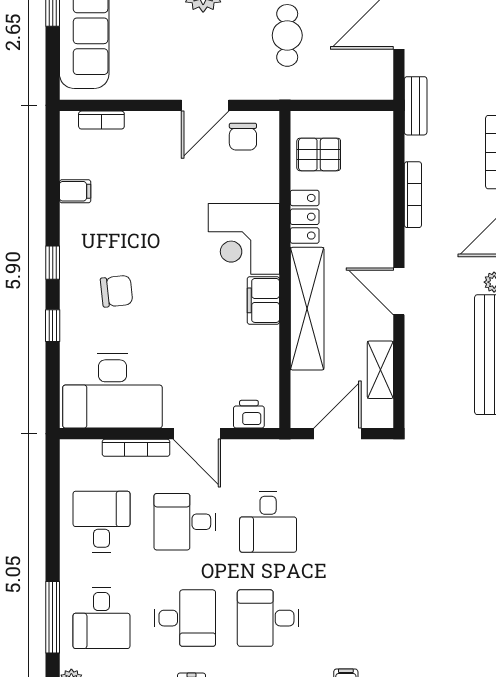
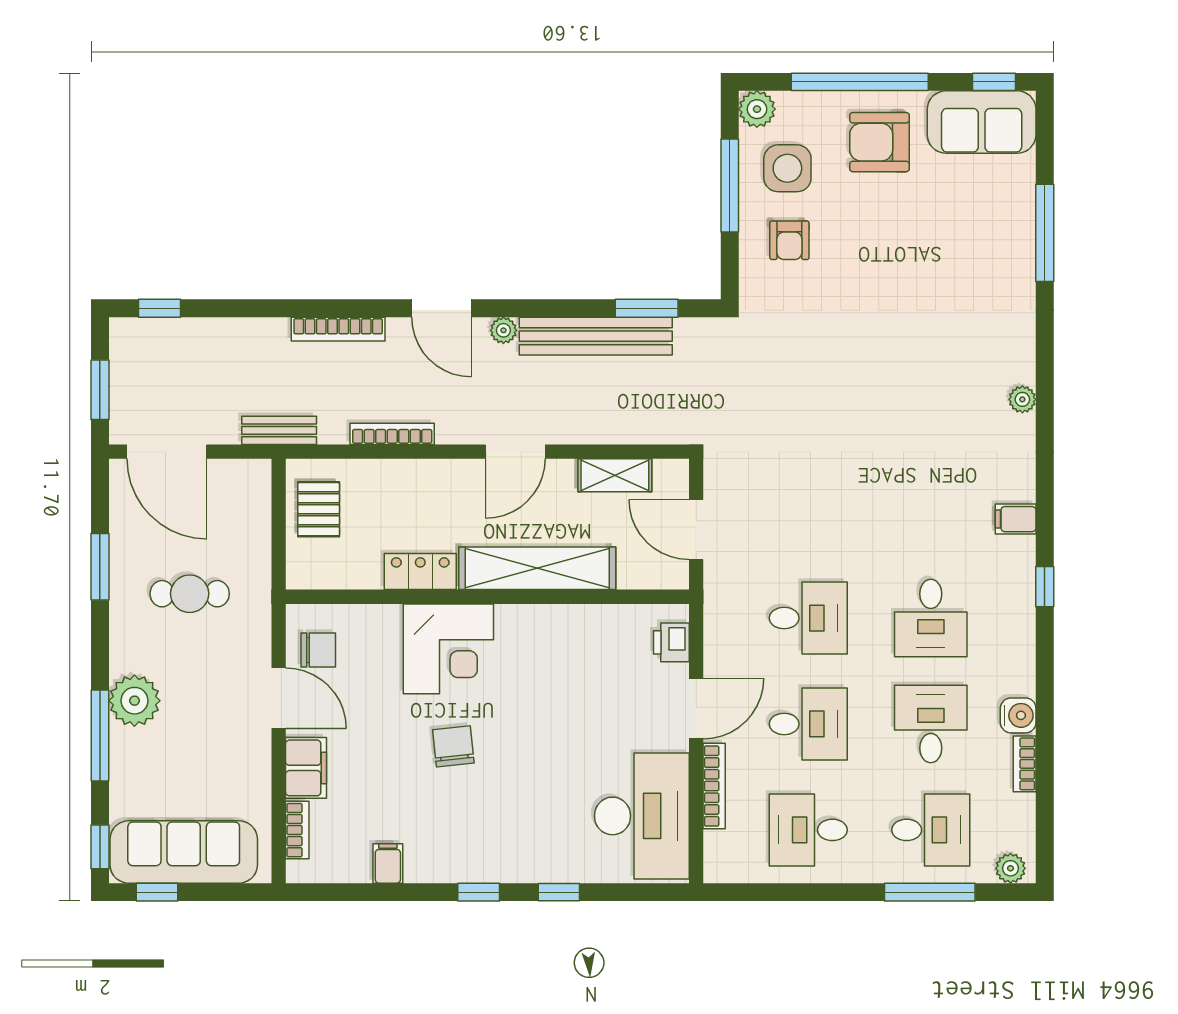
pallet: (319, 154) -> (319, 509), moved
chair: (117, 291) -> (453, 746), moved
filing cabinet: (263, 300) -> (306, 768), moved, turned -90
desk: (185, 522) -> (808, 724), turned -90

